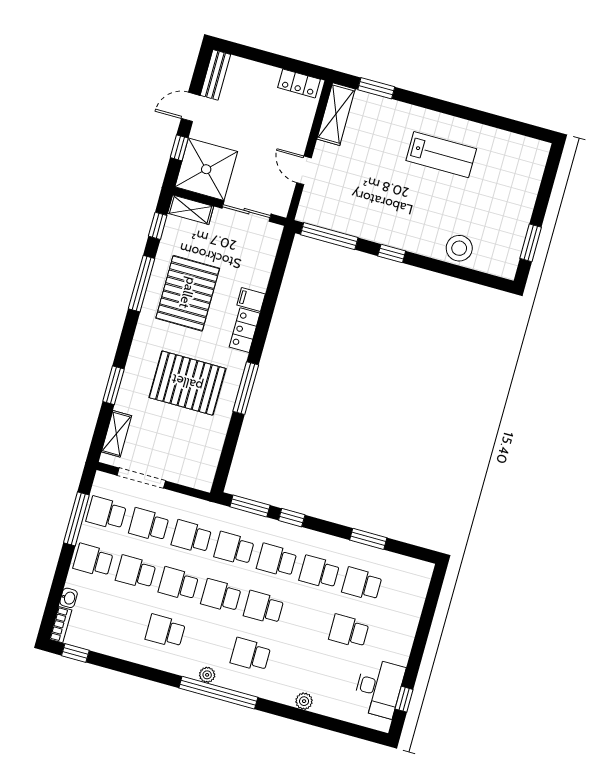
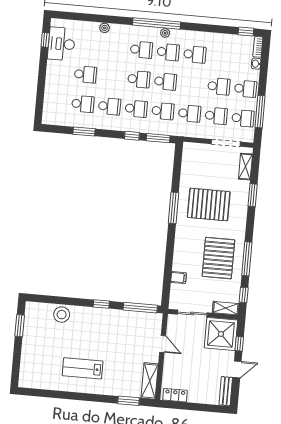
filing cabinet: (251, 299) -> (178, 278), moved
locker: (245, 330) -> (180, 242), removed
school desk: (178, 584) -> (168, 52), moved

